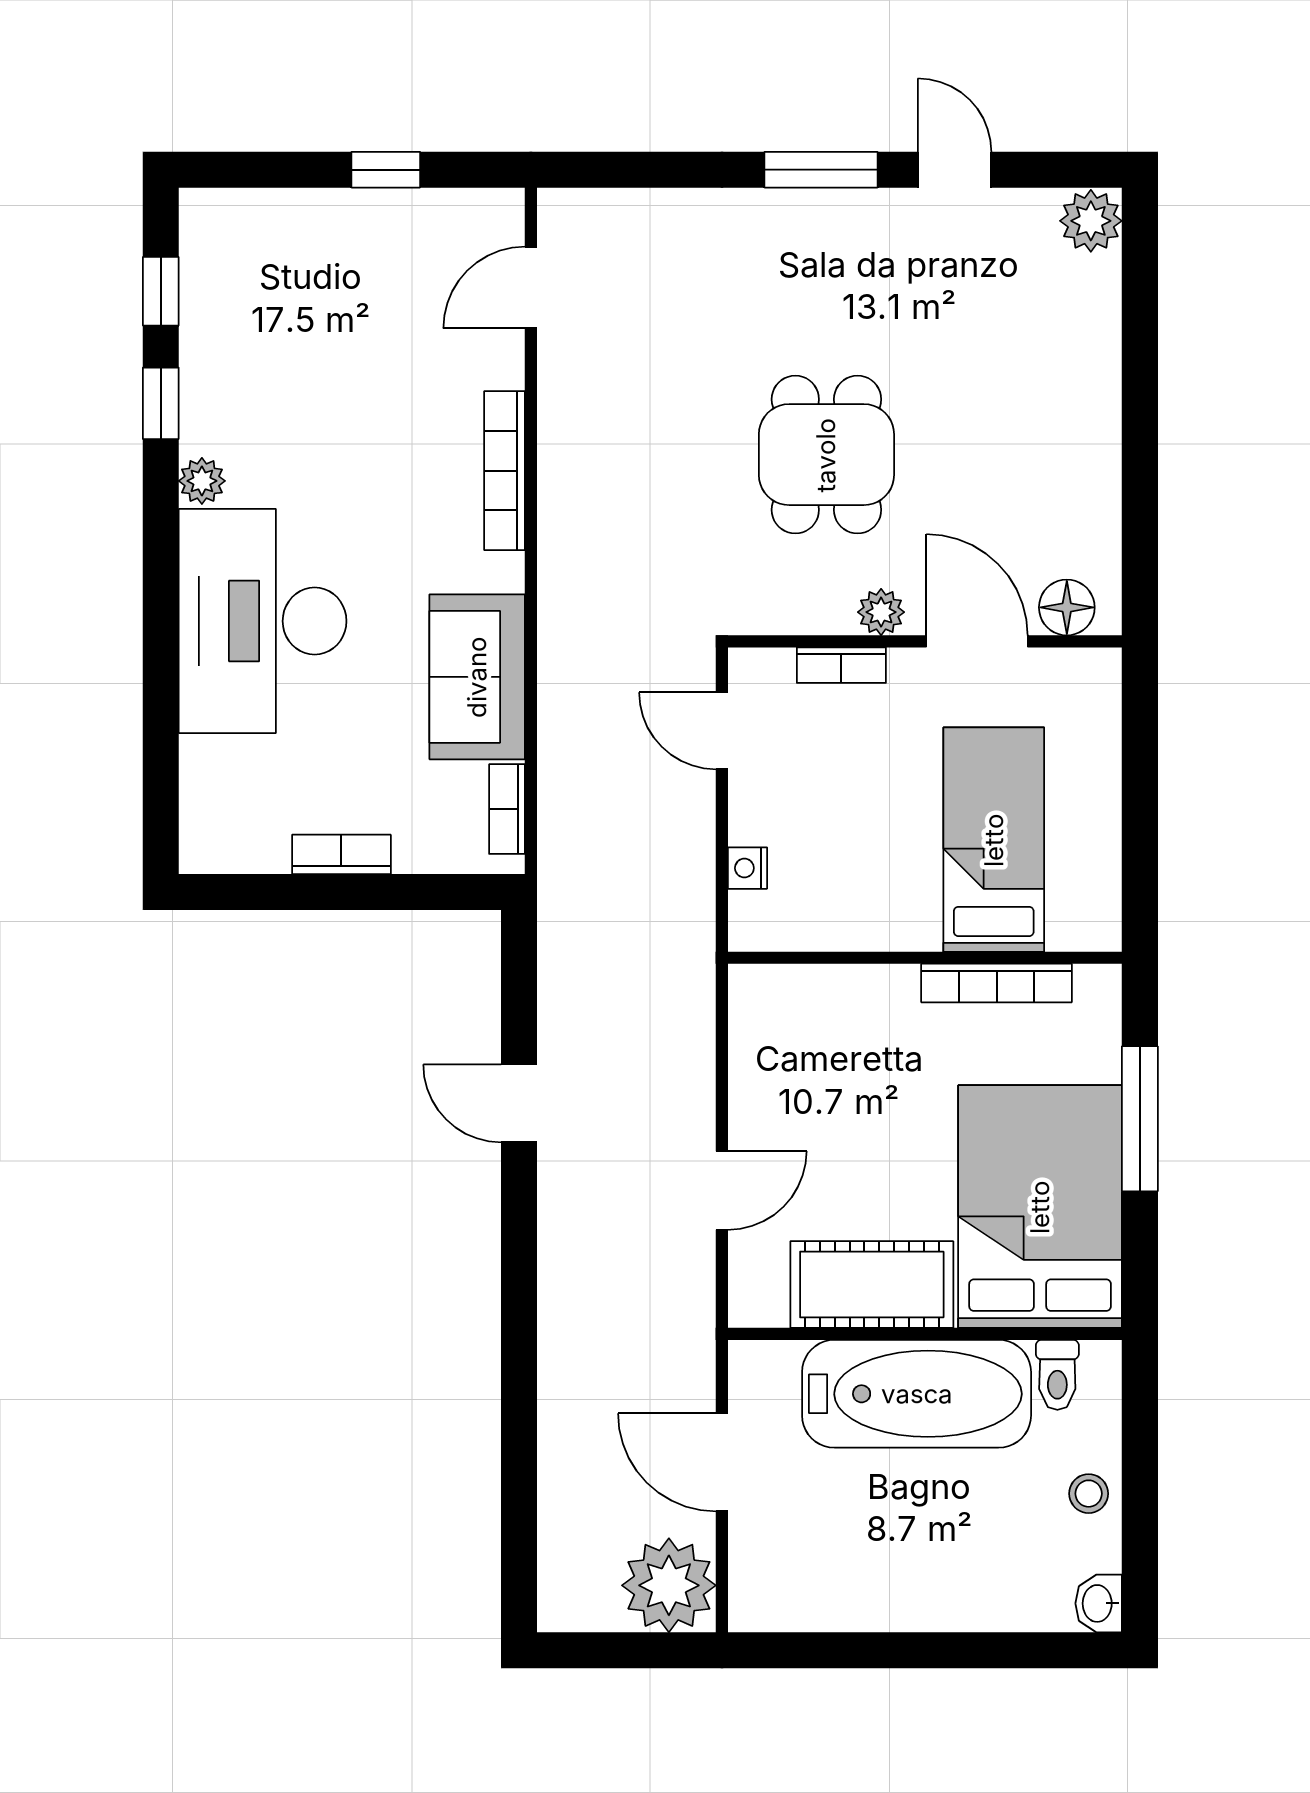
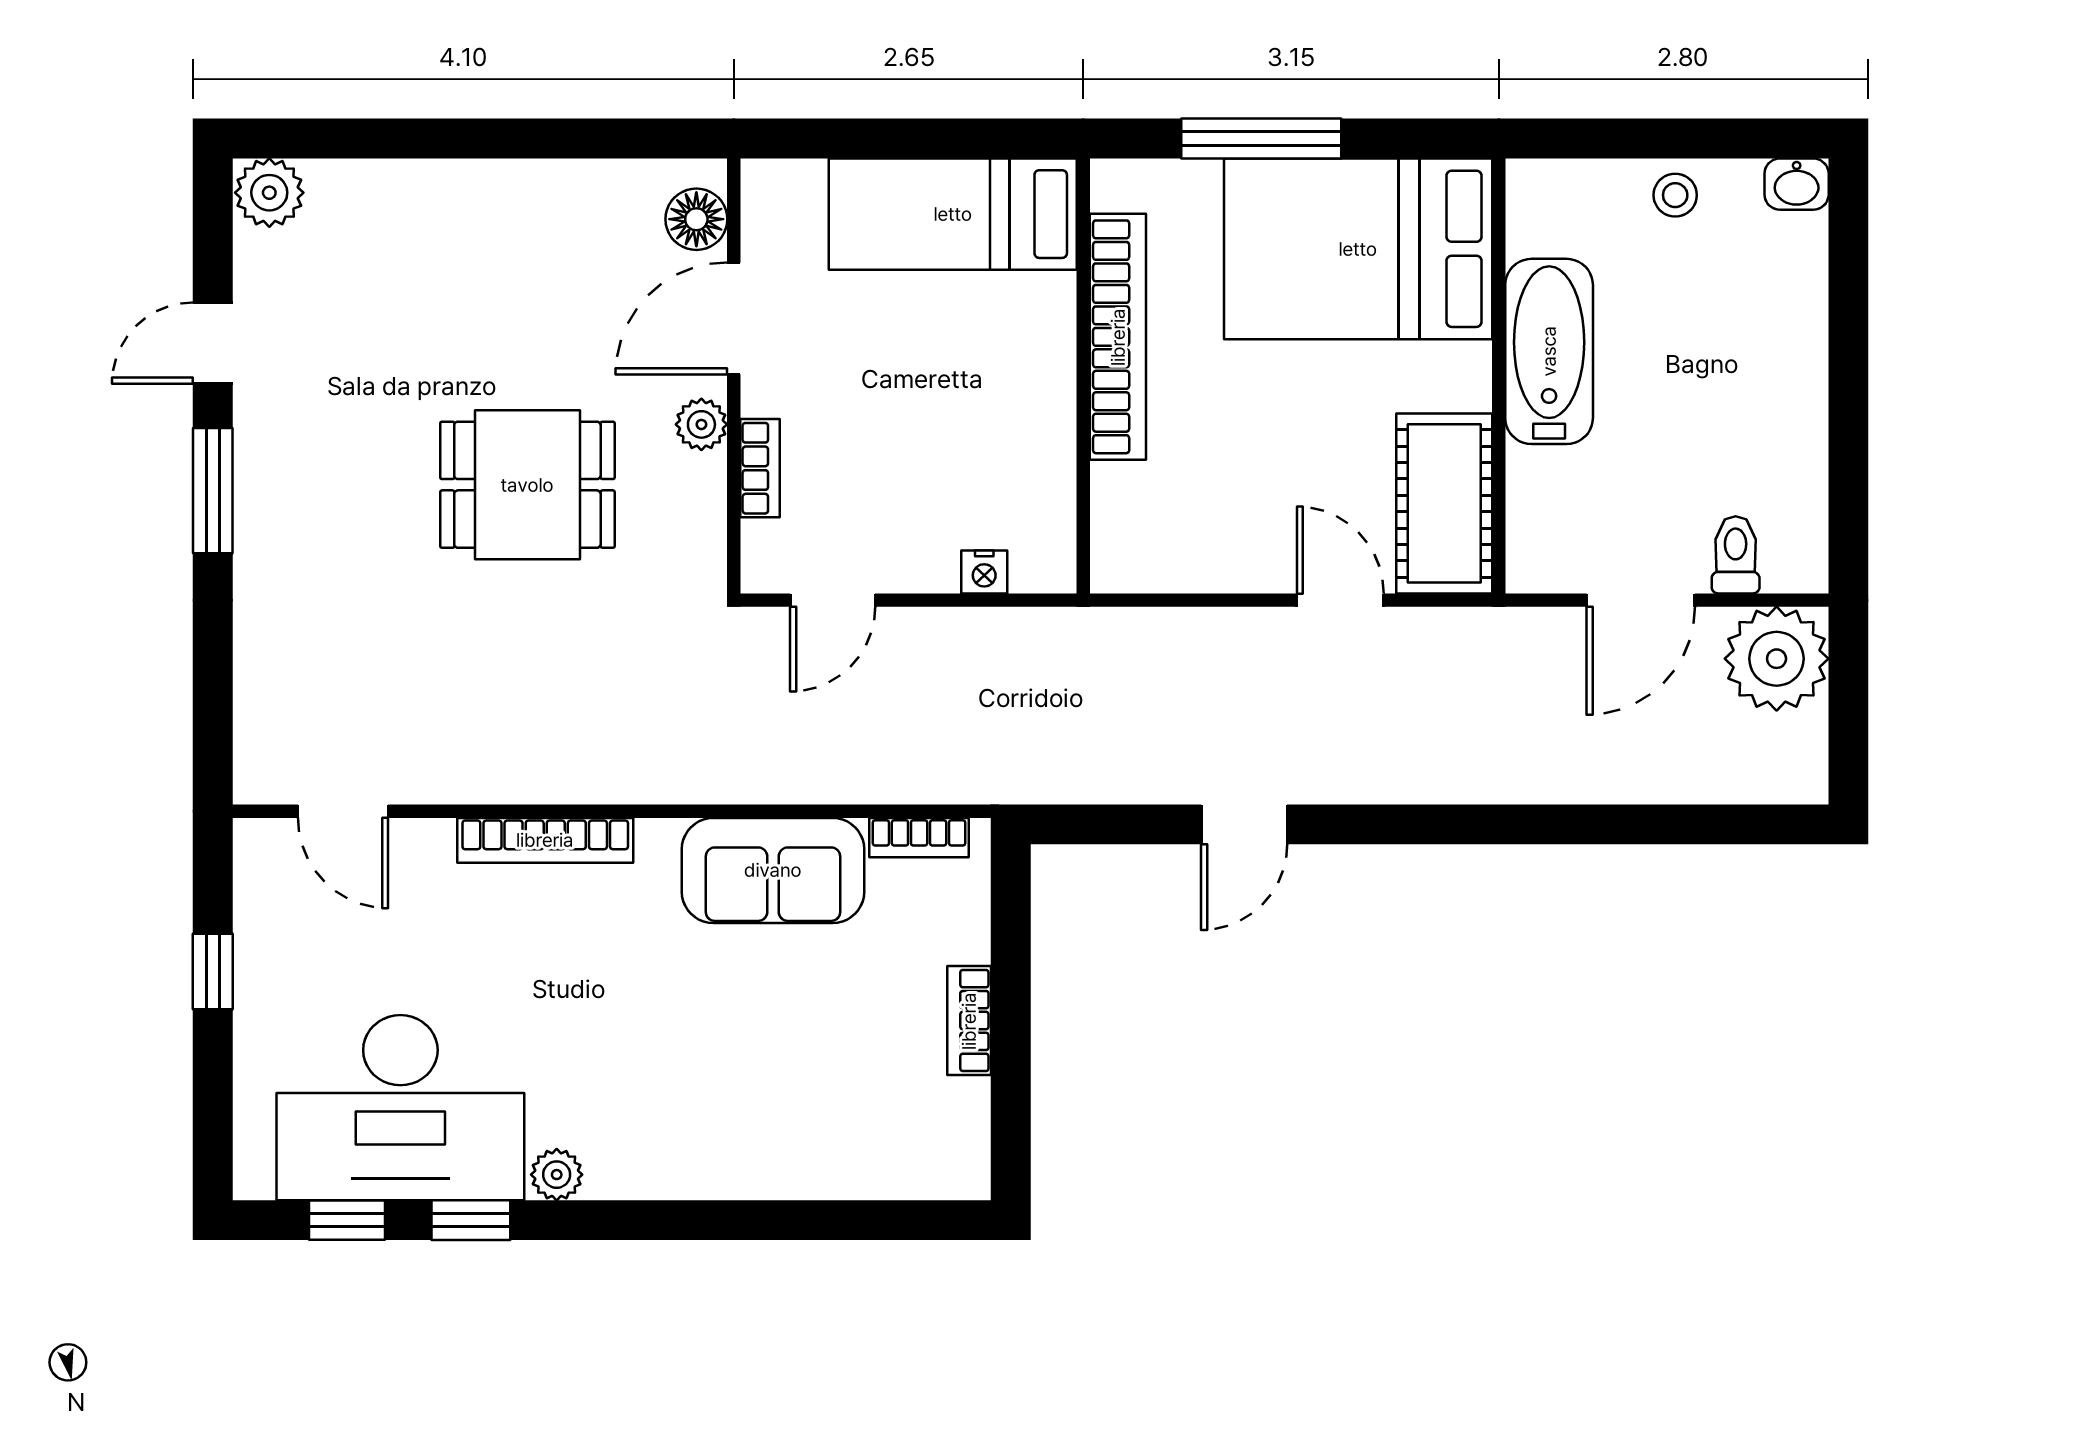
desk: (263, 621) -> (400, 1108), moved
bed: (994, 840) -> (953, 214), moved
bookcase: (997, 983) -> (1118, 337), width x1.48, depth x1.31
cot: (872, 1285) -> (1444, 503), moved
toilet: (1057, 1375) -> (1736, 555), moved, turned -90
bathtub: (917, 1394) -> (1549, 351), width x0.73, depth x0.73

